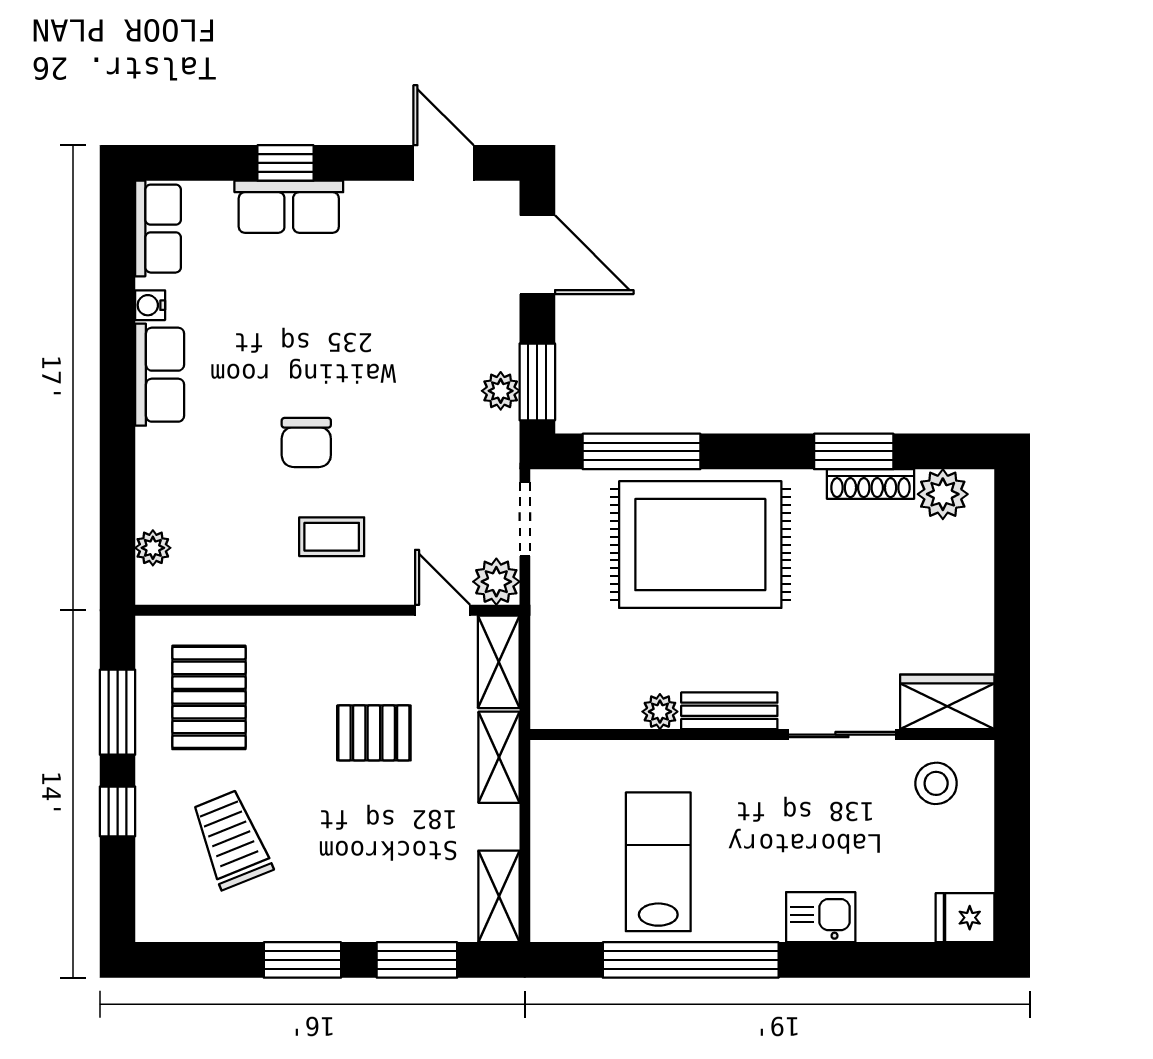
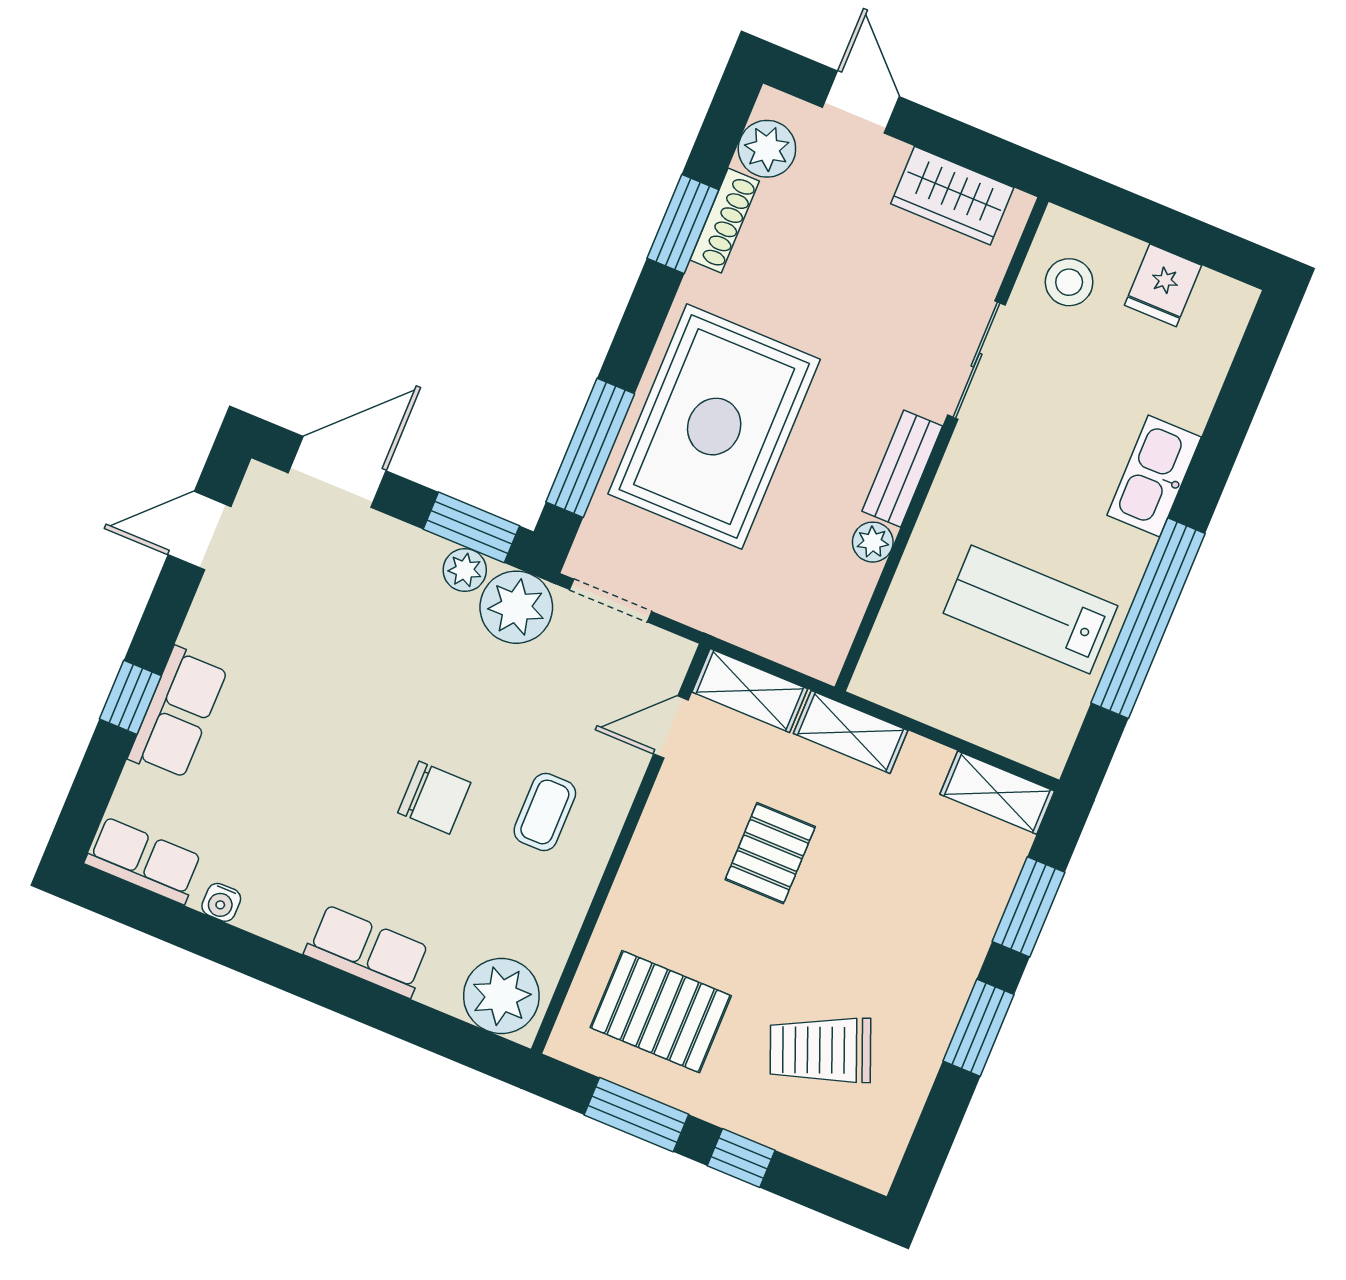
row of seats: (160, 375) -> (367, 951), moved
plant: (153, 548) -> (501, 996), width x1.87, depth x1.87
door: (1012, 555) -> (861, 102), added
plant: (496, 582) -> (516, 607), moved, width x1.36, depth x1.36
wardrobe: (947, 702) -> (952, 196), moved, turned -90
kitchen sink: (821, 917) -> (1154, 476), width x1.38
fridge: (965, 918) -> (1163, 285), moved

